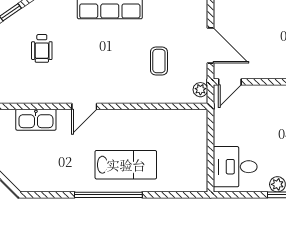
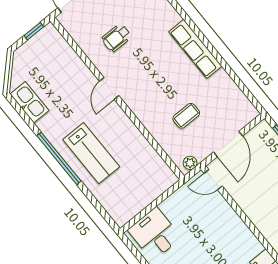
wheelchair: (42, 48) -> (116, 38), moved
door: (84, 106) -> (109, 88), hinge flipped
kitchen sink: (36, 120) -> (29, 102), moved, turned 180

